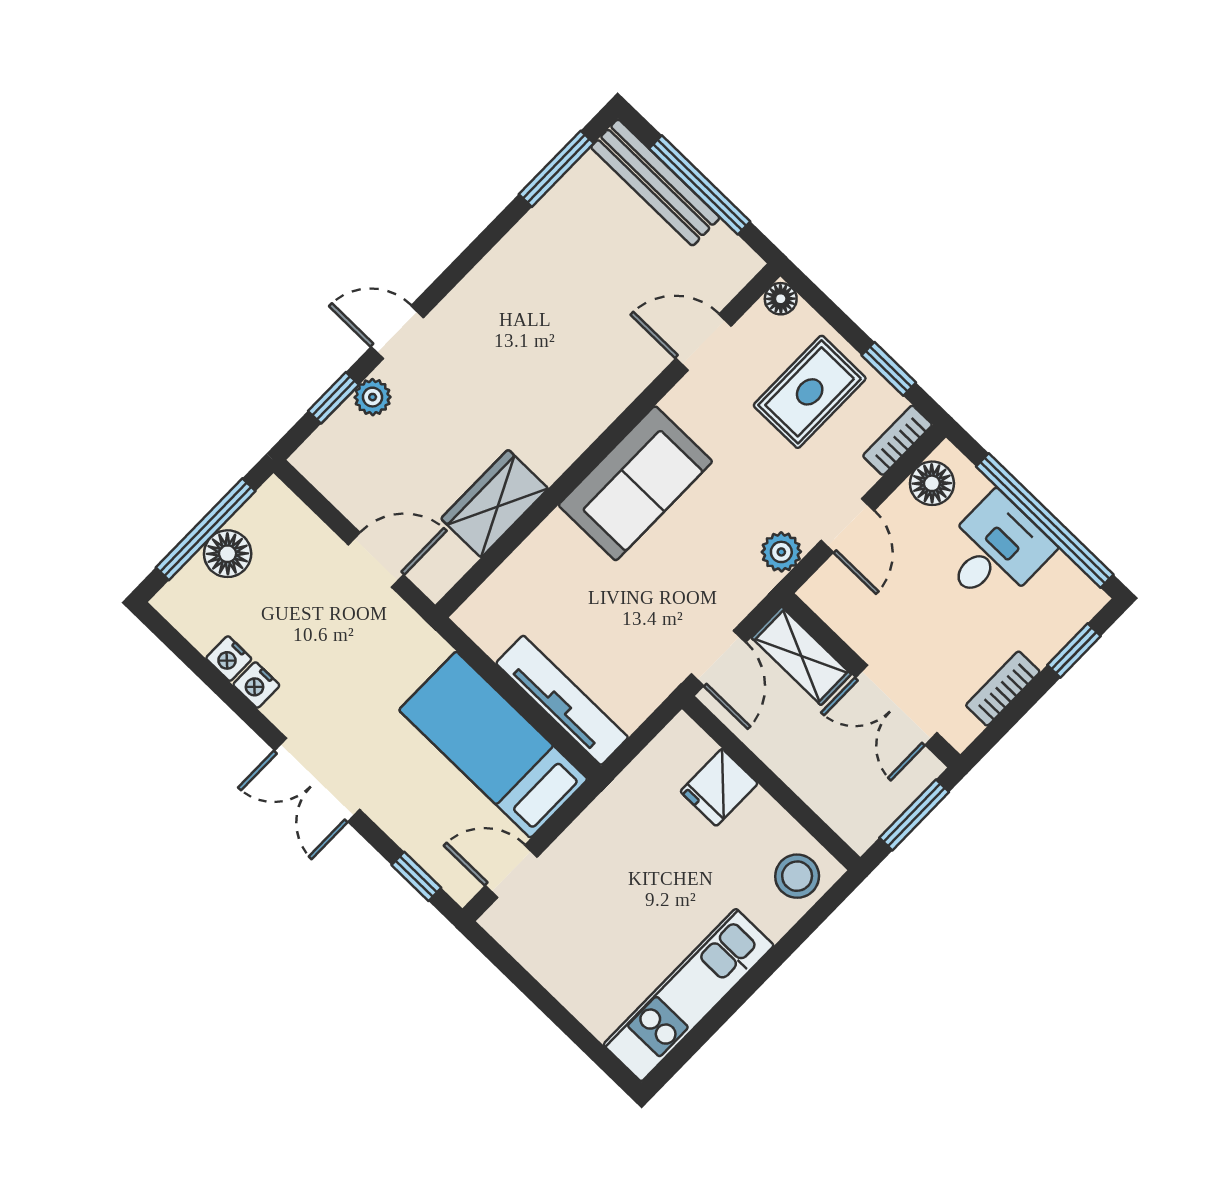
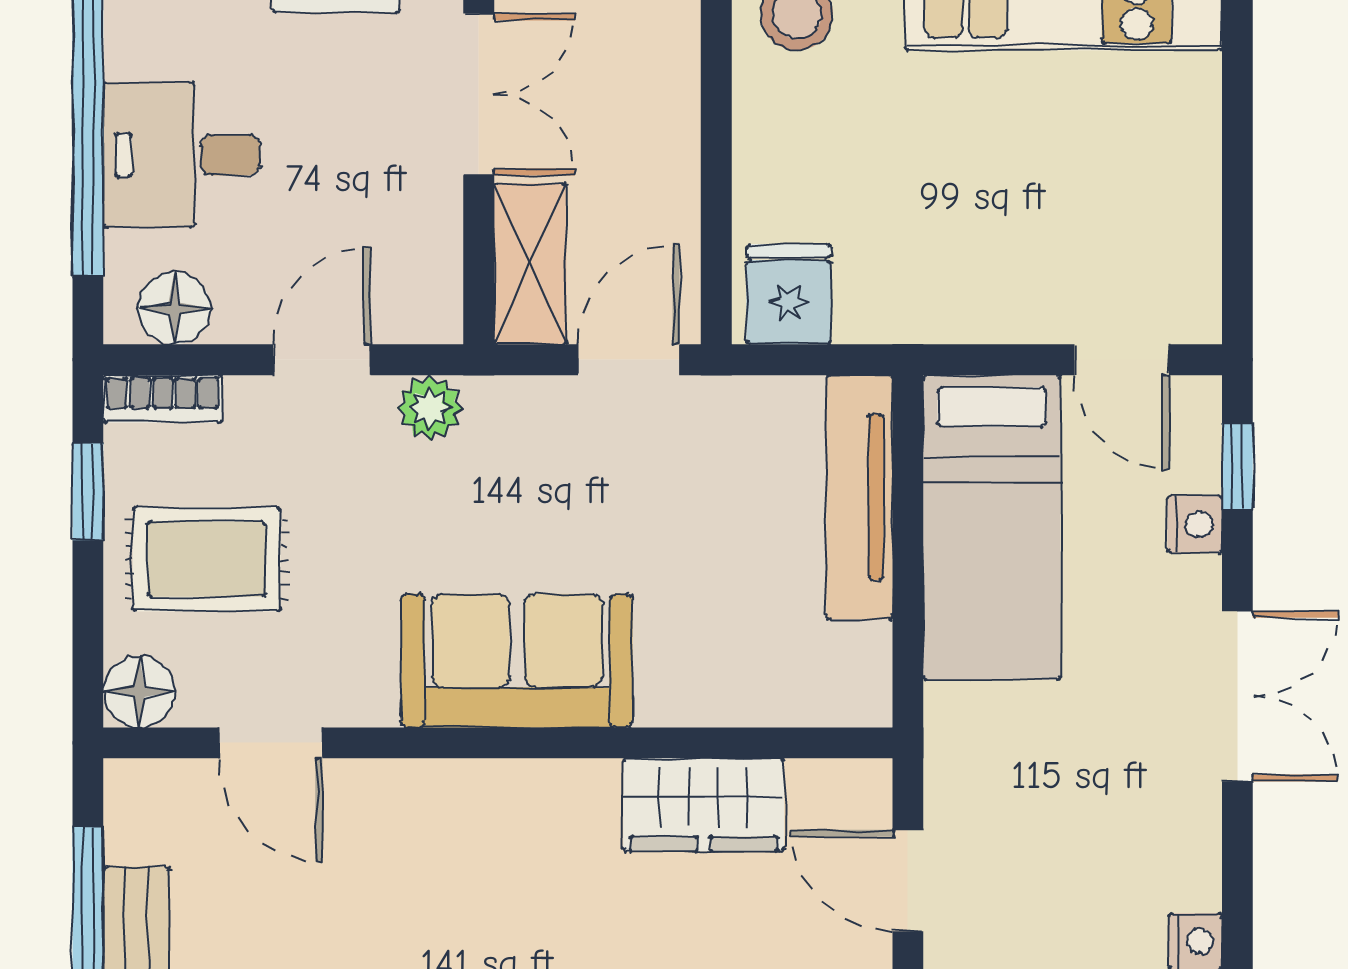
floor lamp: (781, 299) -> (139, 692), width x1.37, depth x1.37
nightstand: (256, 685) -> (1195, 524), moved
fridge: (719, 787) -> (789, 294), moved, turned -90

